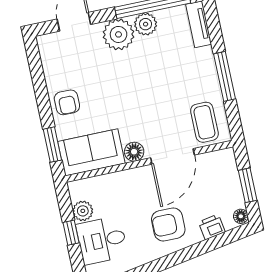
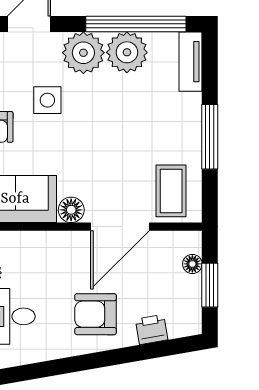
plant: (146, 24) -> (127, 52), width x1.36, depth x1.36
side table: (99, 75) -> (47, 100), added
floor lamp: (241, 216) -> (192, 264), moved

